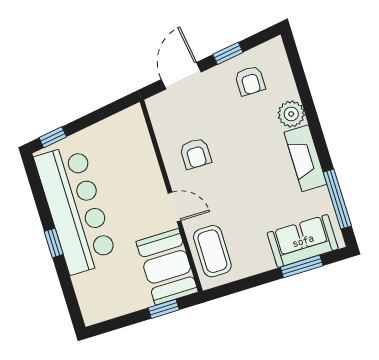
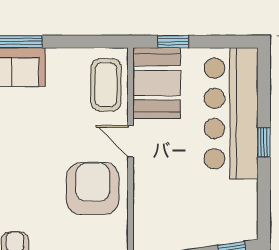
armchair: (196, 154) -> (93, 189), width x1.88, depth x1.88
bar counter: (76, 209) -> (231, 113), moved

